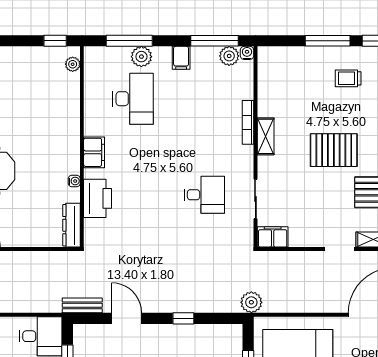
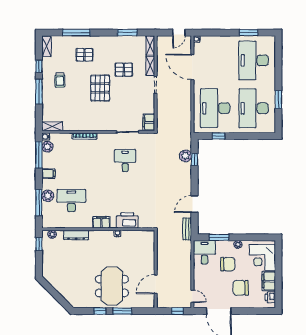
shelving: (266, 136) -> (52, 126), moved
dresser: (71, 225) -> (76, 235), moved
plant: (251, 302) -> (185, 156), moved
window: (183, 318) -> (194, 160), moved

